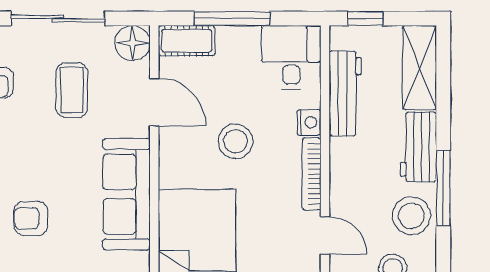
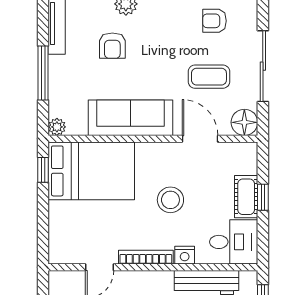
window: (232, 19) -> (263, 197), width x0.46
cot: (187, 41) -> (246, 197), moved
door: (154, 102) -> (200, 139), swing flipped
armchair: (31, 218) -> (112, 46), turned 180

